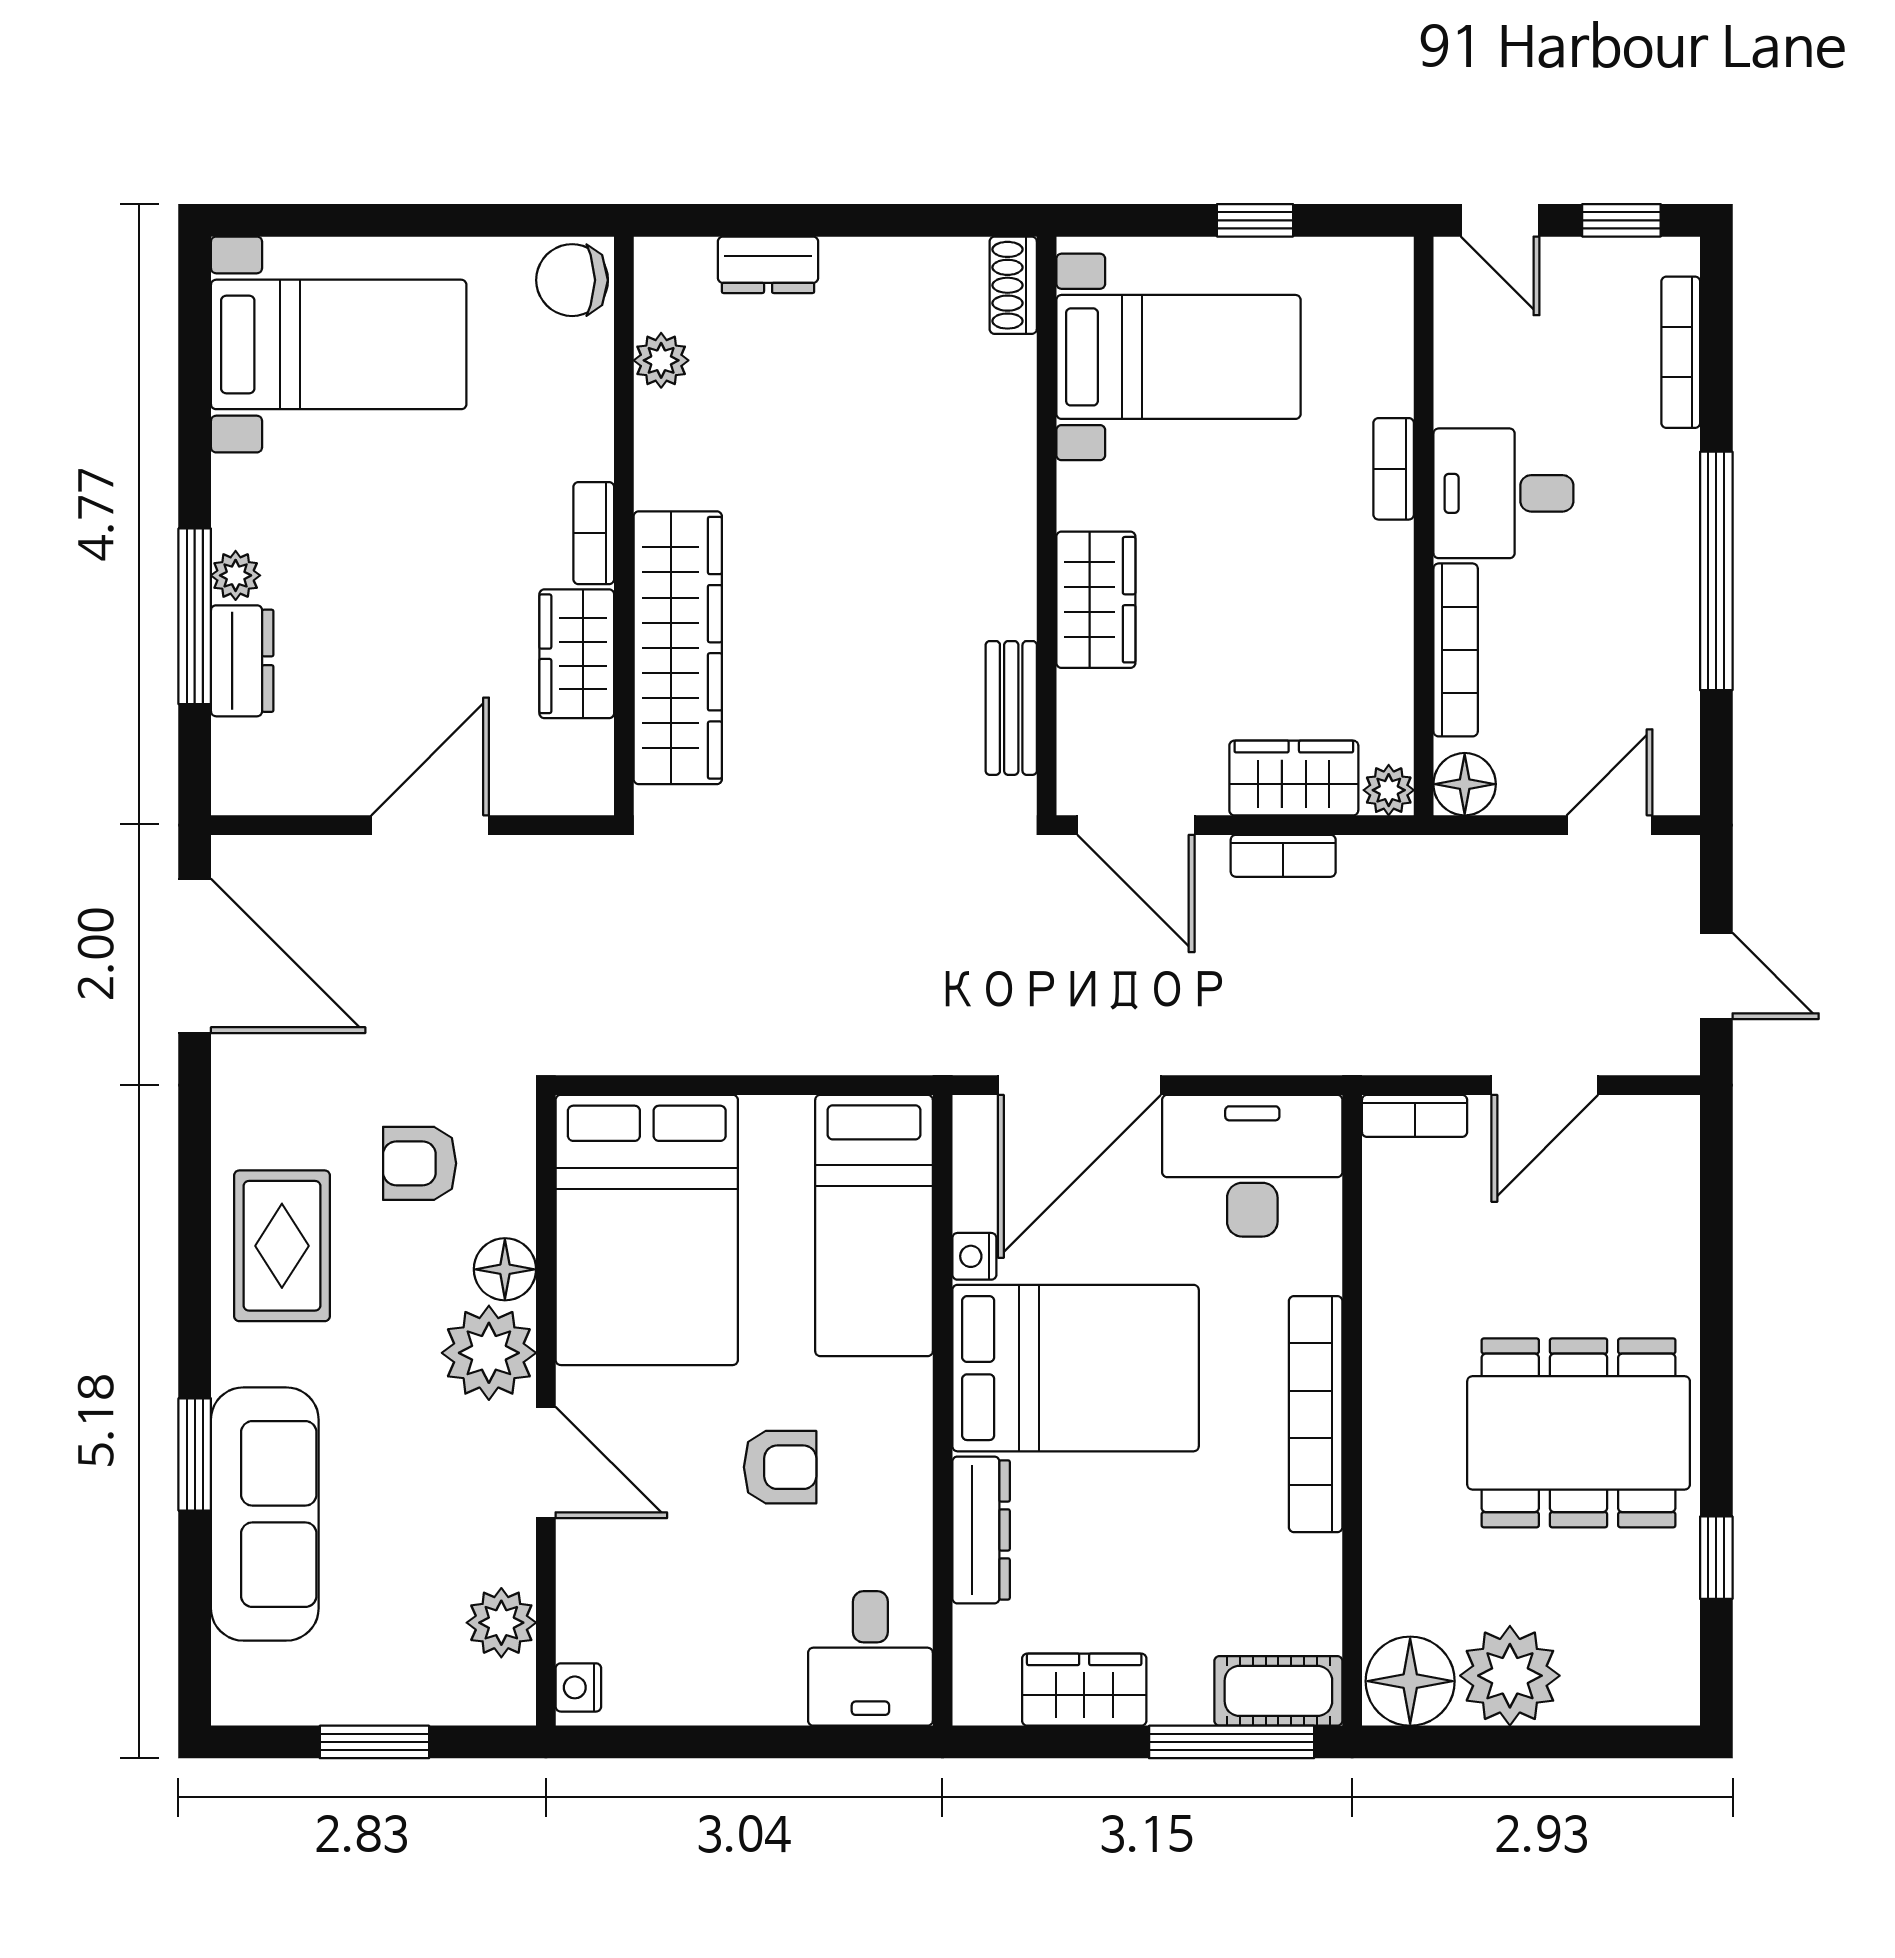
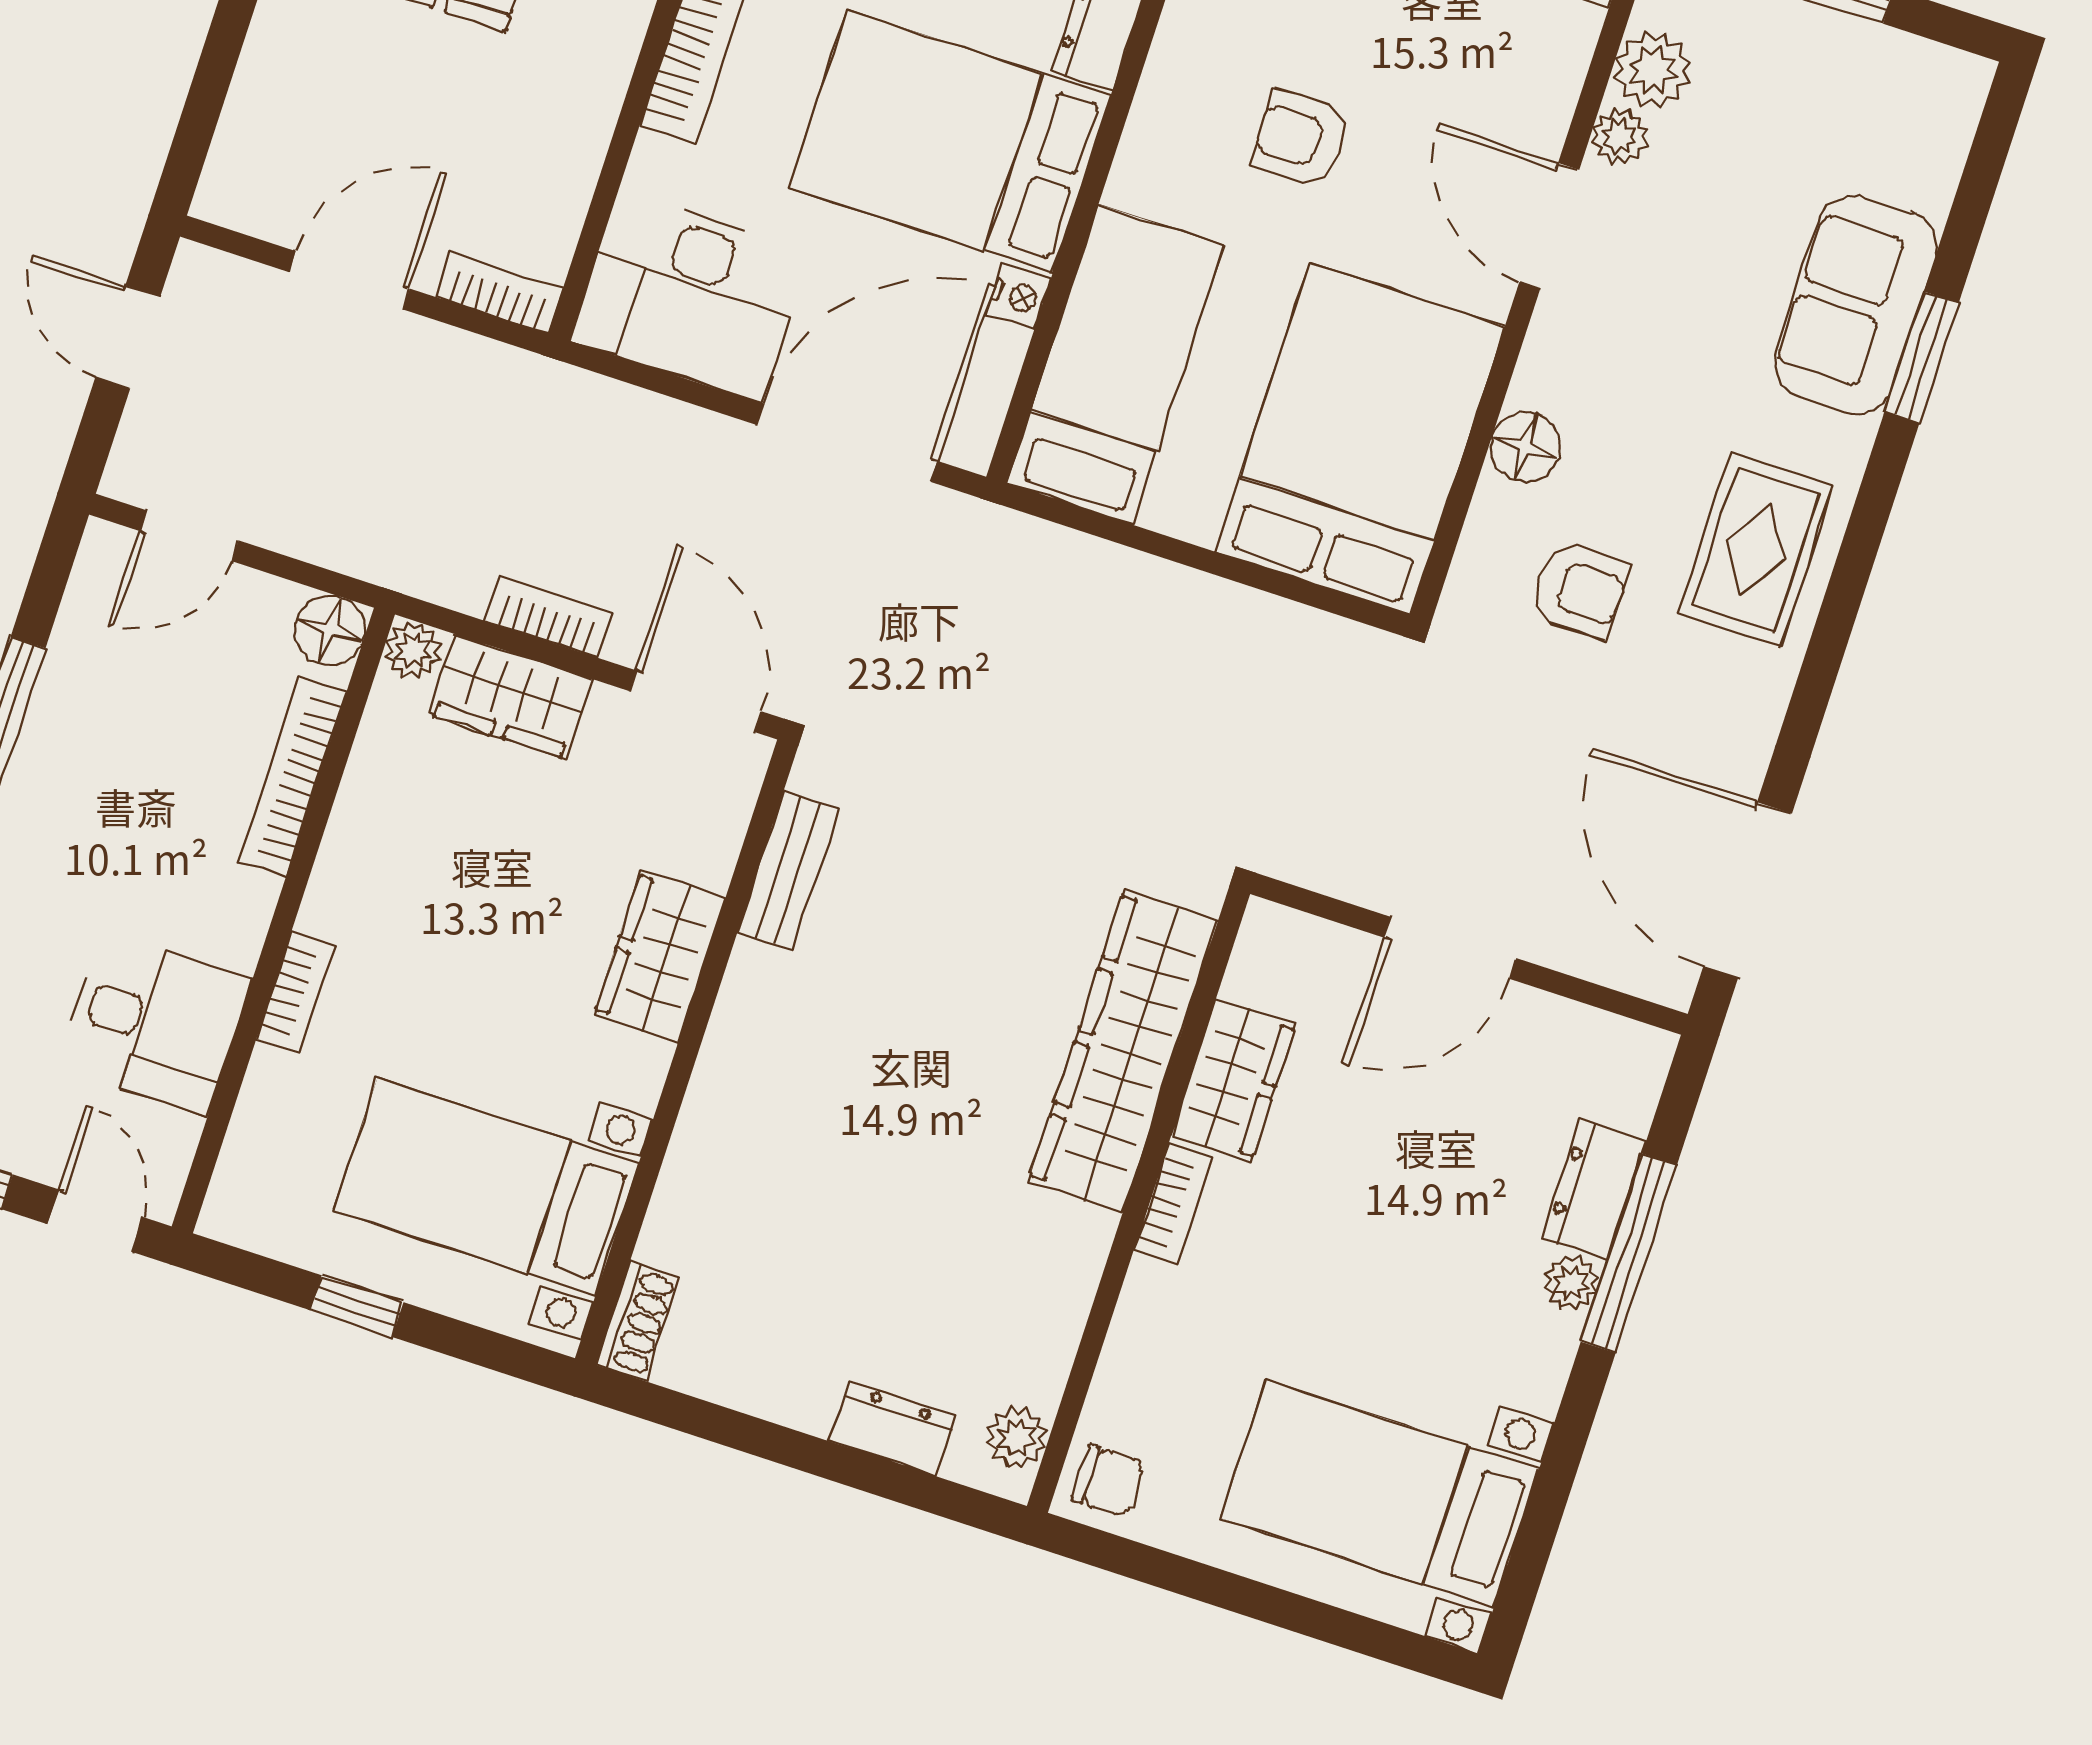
chair: (572, 280) -> (1108, 1481), width x0.73, depth x0.73
plant: (661, 360) -> (1017, 1437), moved
desk: (1503, 493) -> (155, 1023), moved
plant: (489, 1353) -> (1620, 137), moved, width x0.53, depth x0.53
sofa: (265, 1514) -> (1856, 305), width x0.73

